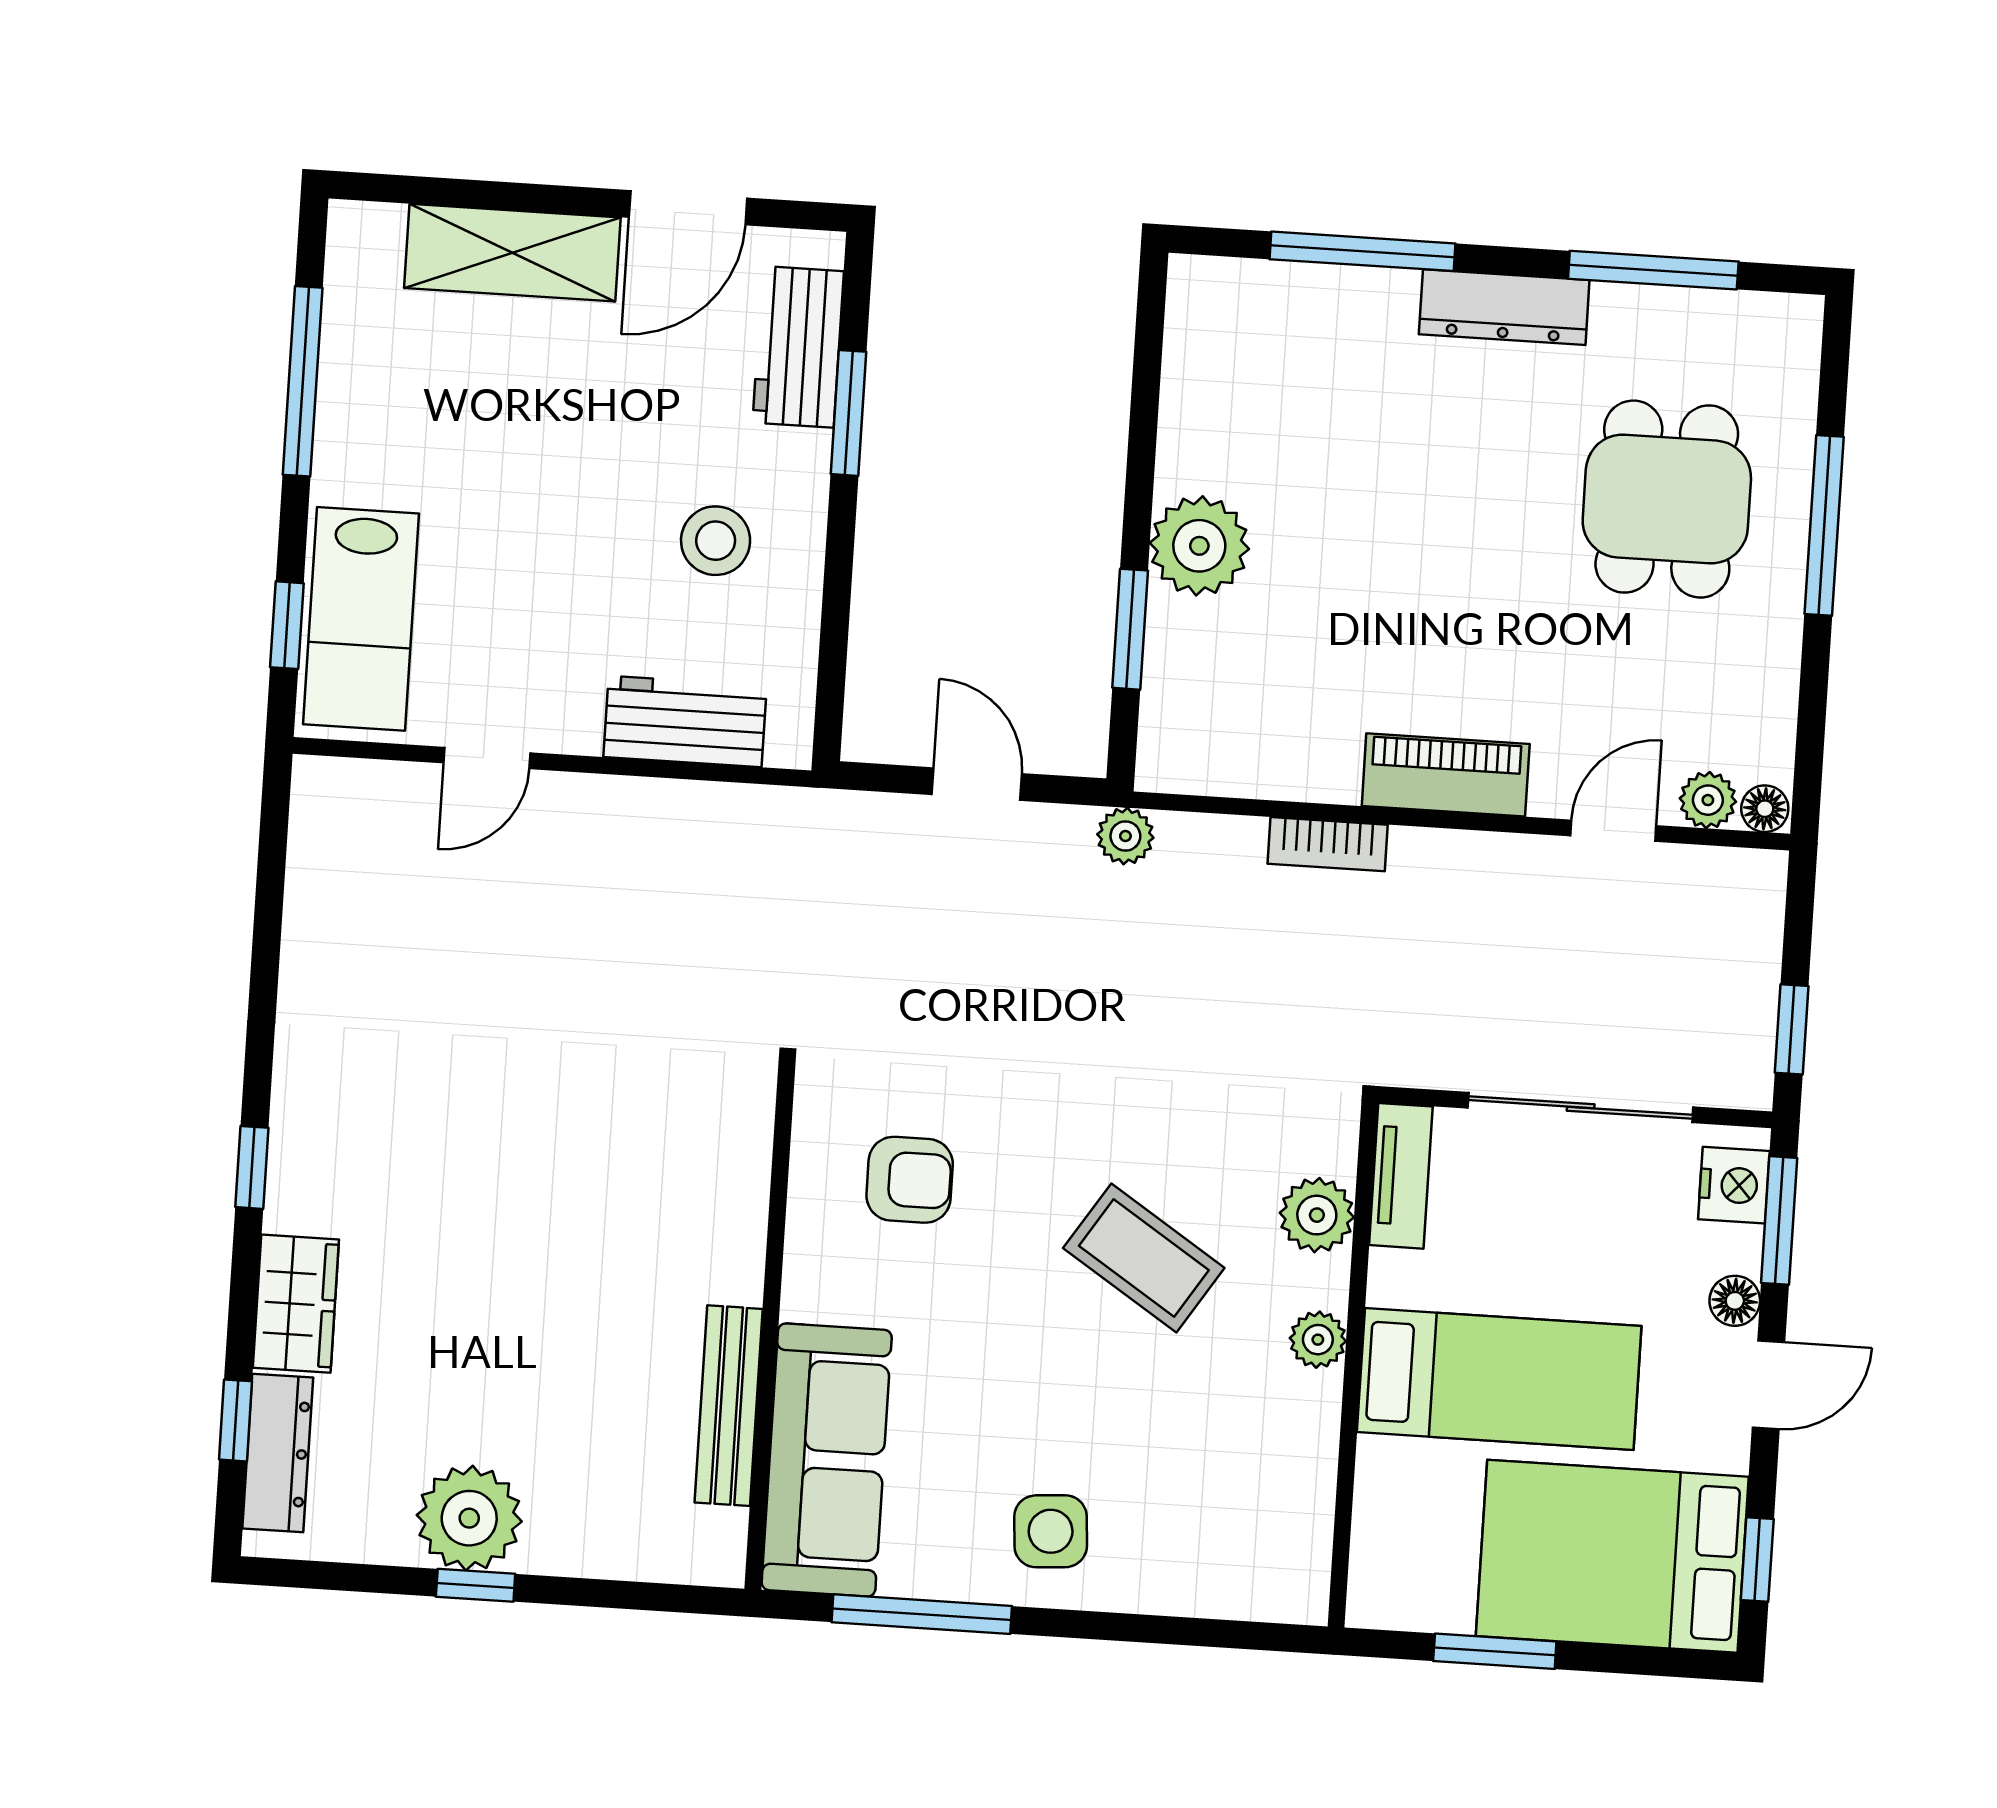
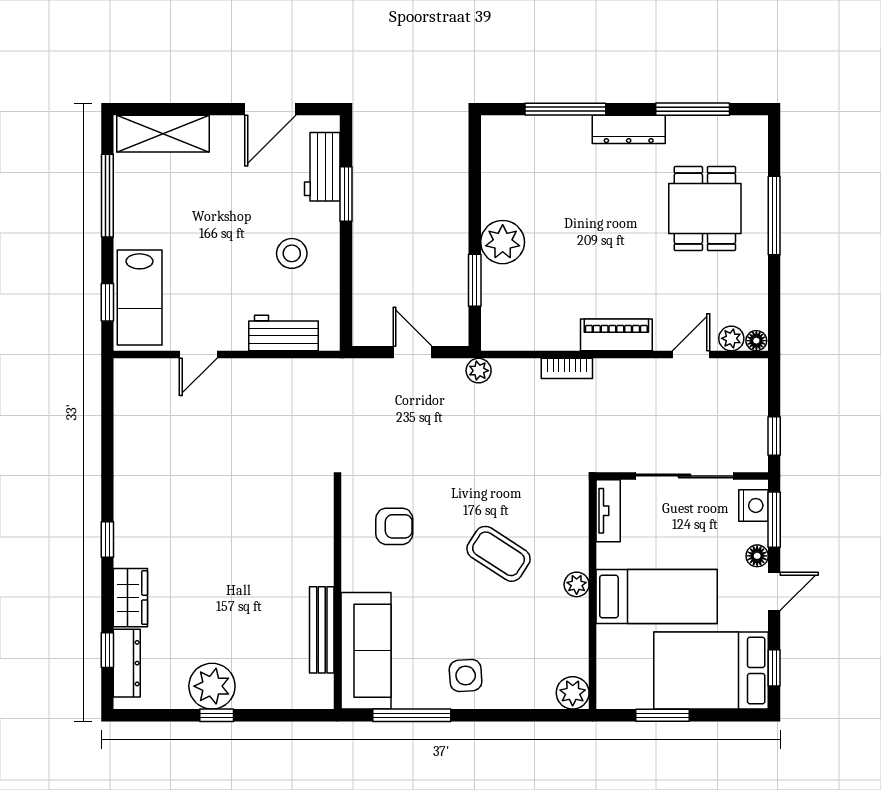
shelving: (512, 253) -> (163, 134), moved
plant: (1317, 1215) -> (573, 693), moved

